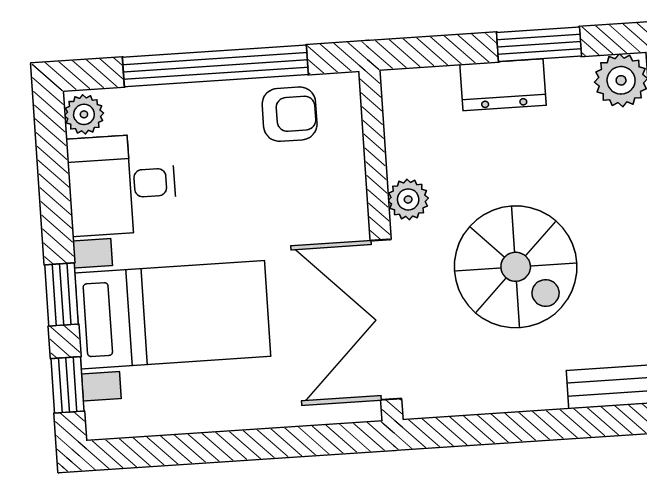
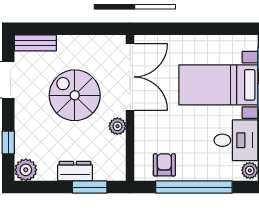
window: (539, 44) -> (90, 187), moved
armchair: (290, 114) -> (164, 165), turned 90

